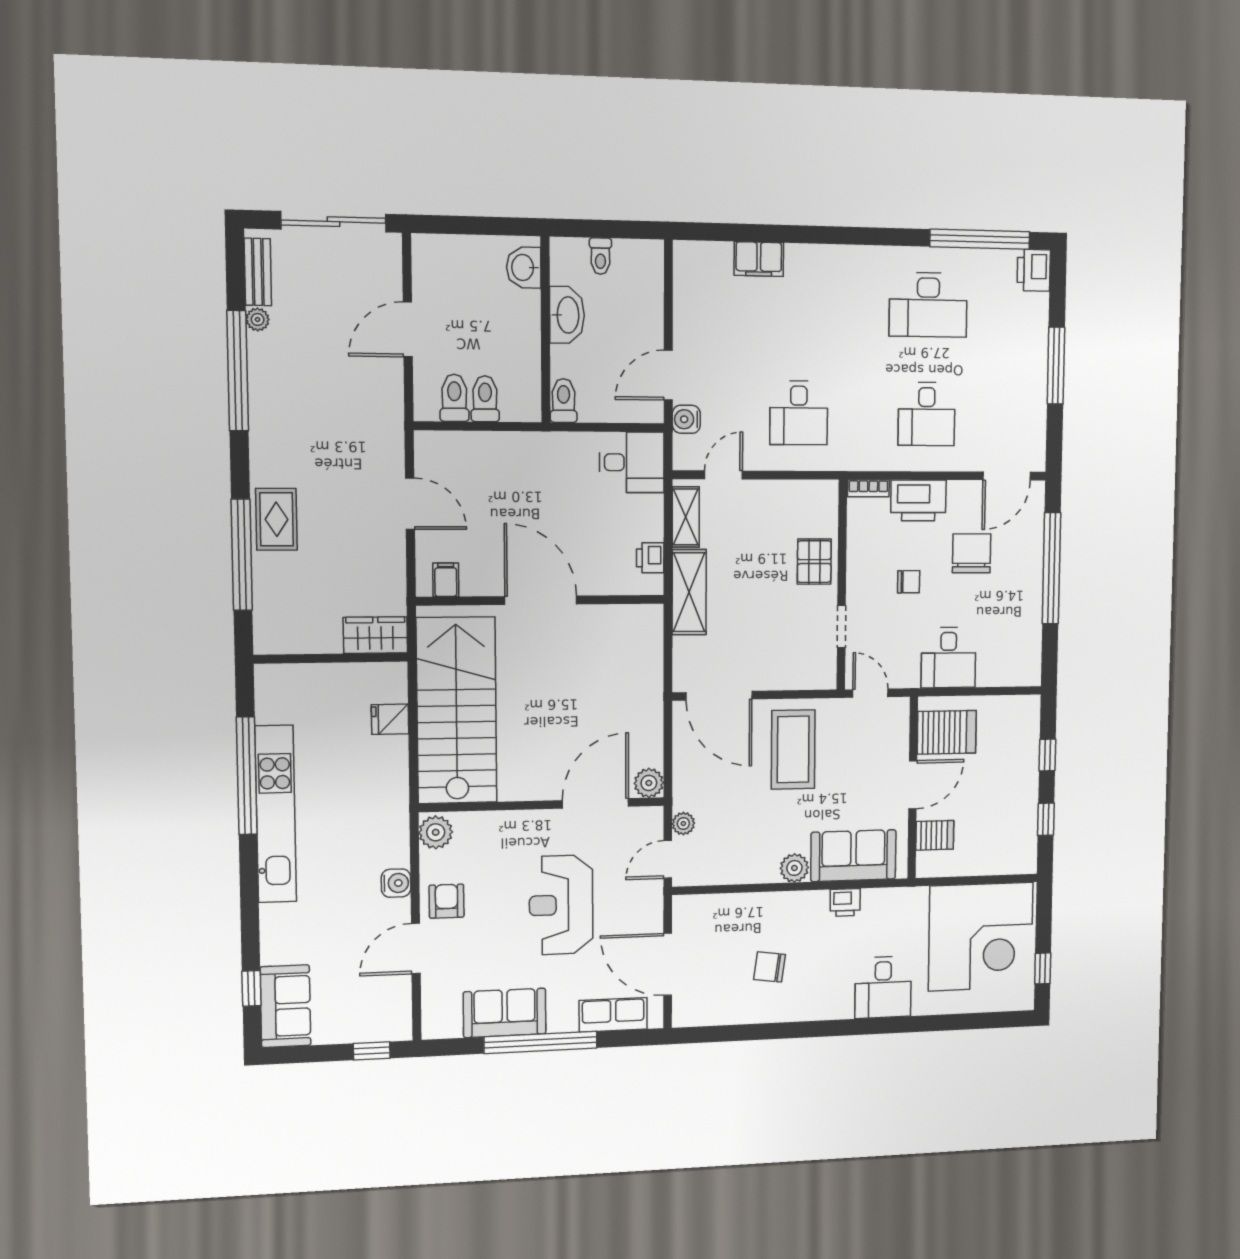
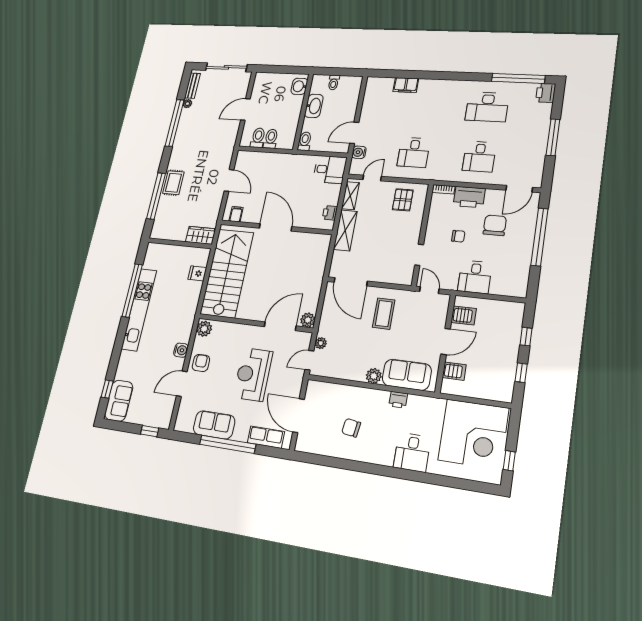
pallet: (814, 562) -> (403, 200), moved
server rack: (947, 732) -> (464, 315), width x0.73, depth x0.70
coffee table: (793, 749) -> (384, 314), width x0.73, depth x0.76

